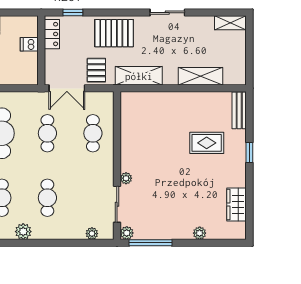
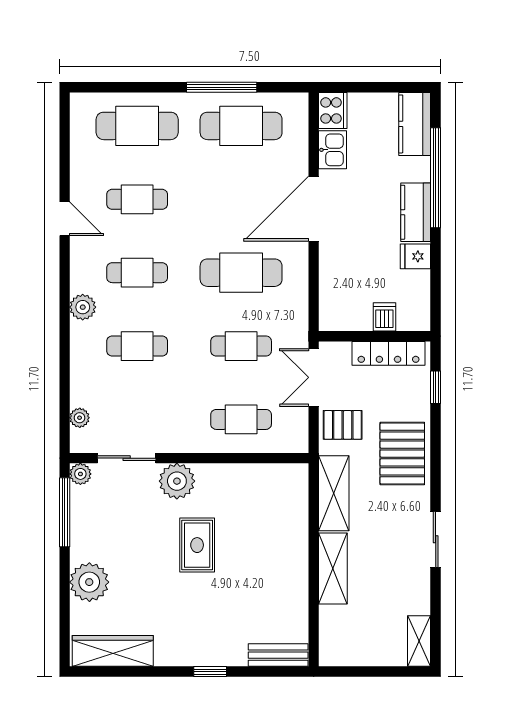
locker: (52, 34) -> (388, 353), width x1.53
shelving: (200, 76) -> (333, 569), moved
rug: (207, 143) -> (197, 545), moved
plant: (126, 178) -> (177, 481), width x1.88, depth x1.88
wardrobe: (237, 205) -> (113, 651), width x1.50
plant: (200, 233) -> (89, 582), width x1.87, depth x1.87

